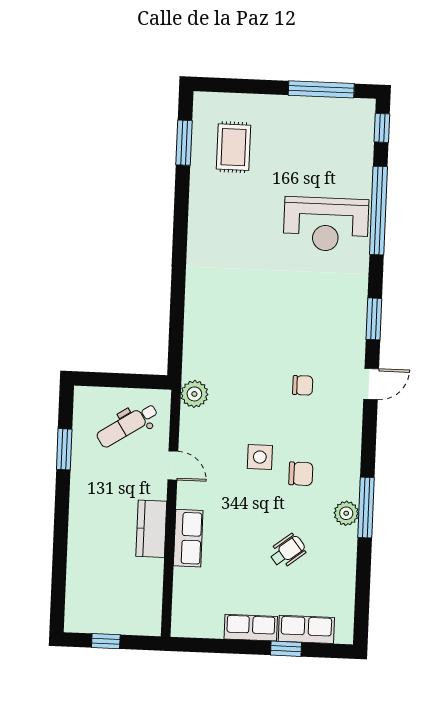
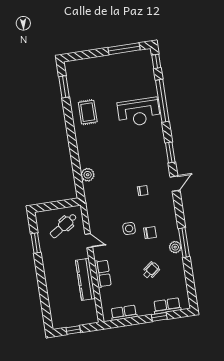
rug: (234, 147) -> (88, 112), moved
plant: (194, 394) -> (88, 175), moved
kitchen counter: (151, 529) -> (85, 279), width x1.50
row of seats: (251, 628) -> (124, 313), moved

